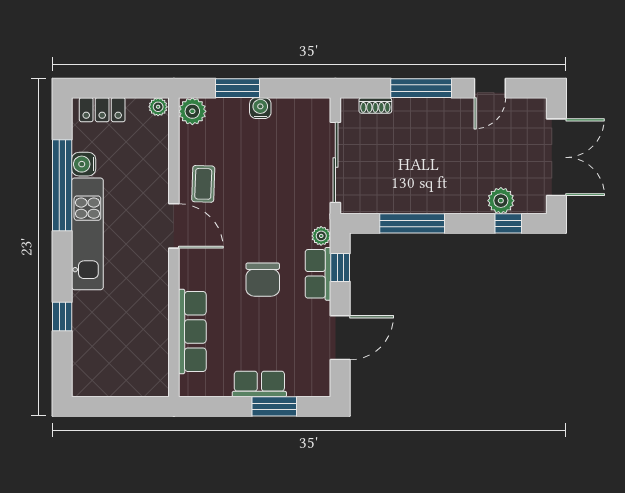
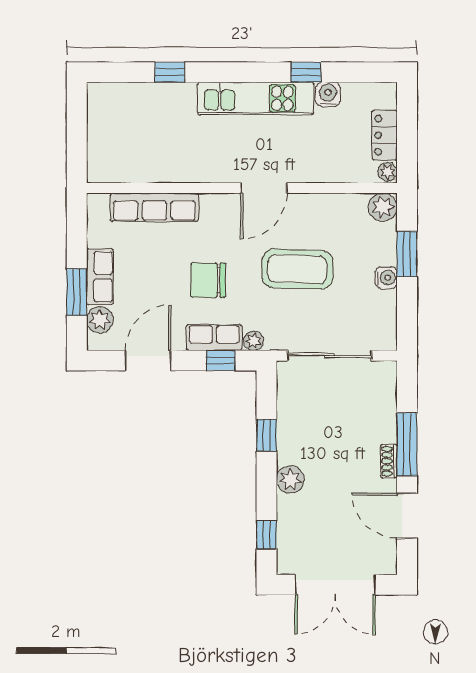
door: (490, 88) -> (407, 516), width x1.38
shoe rack: (375, 105) -> (389, 461), moved
locker: (102, 110) -> (384, 135), moved
coffee table: (203, 184) -> (297, 269), moved, width x1.86, depth x1.72
window: (62, 185) -> (306, 72), width x0.32
plant: (501, 201) -> (290, 479), moved
window: (412, 223) -> (266, 435), width x0.46
door: (340, 338) -> (148, 361), swing flipped
plant: (301, 384) -> (100, 320), added

